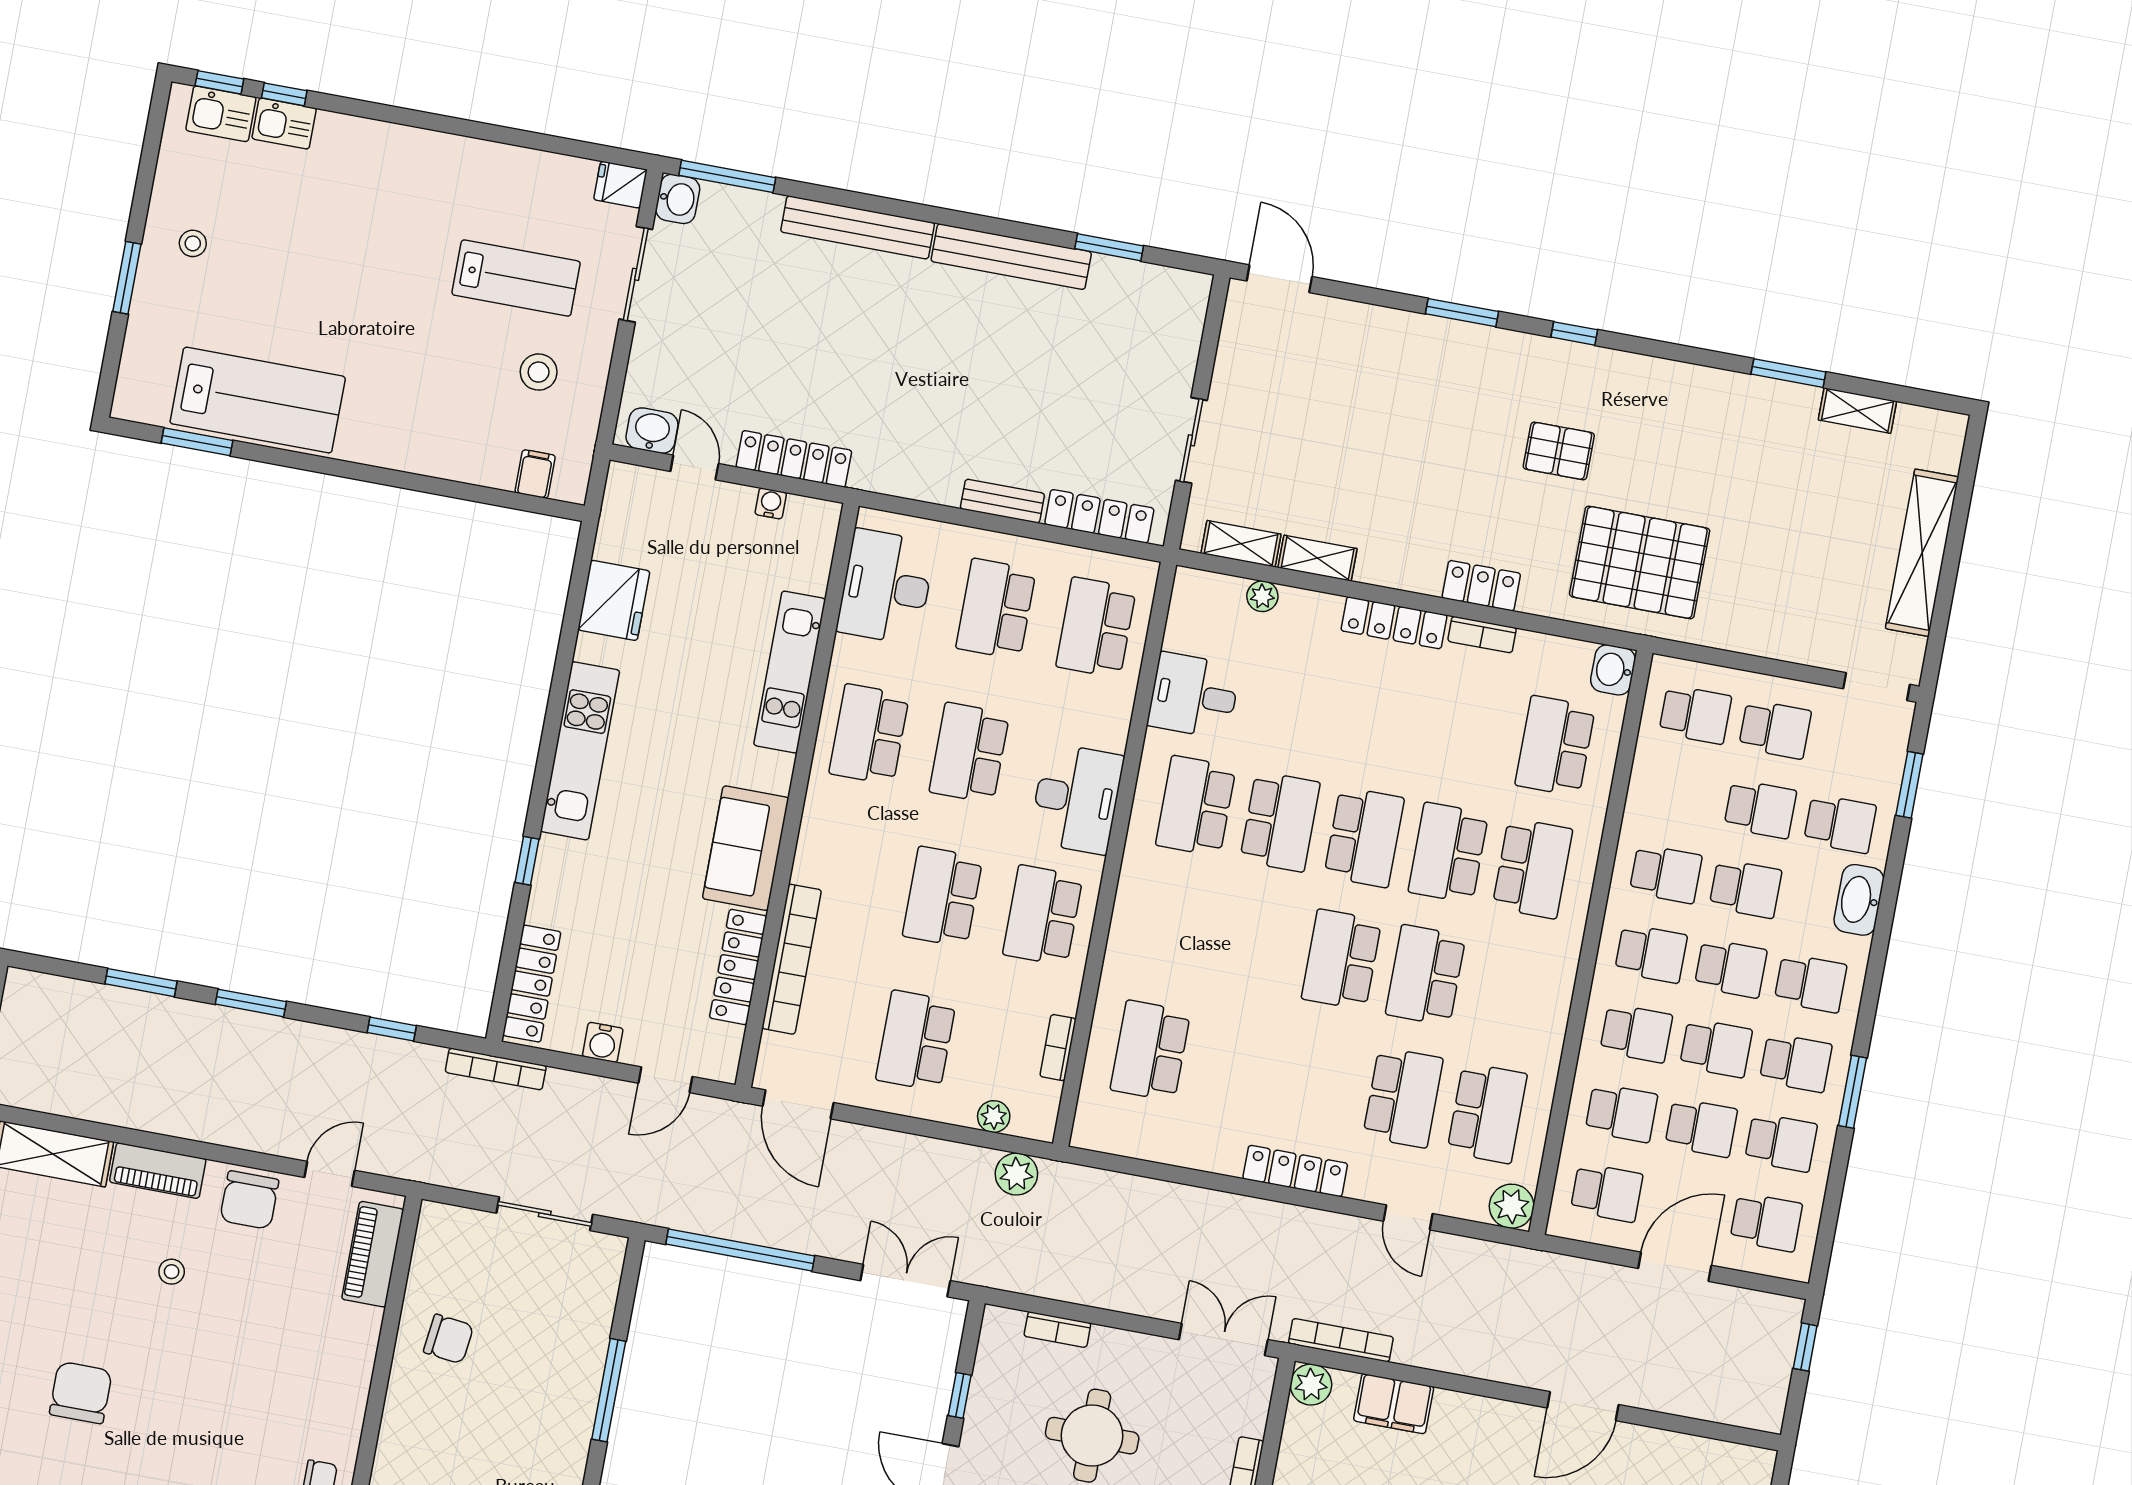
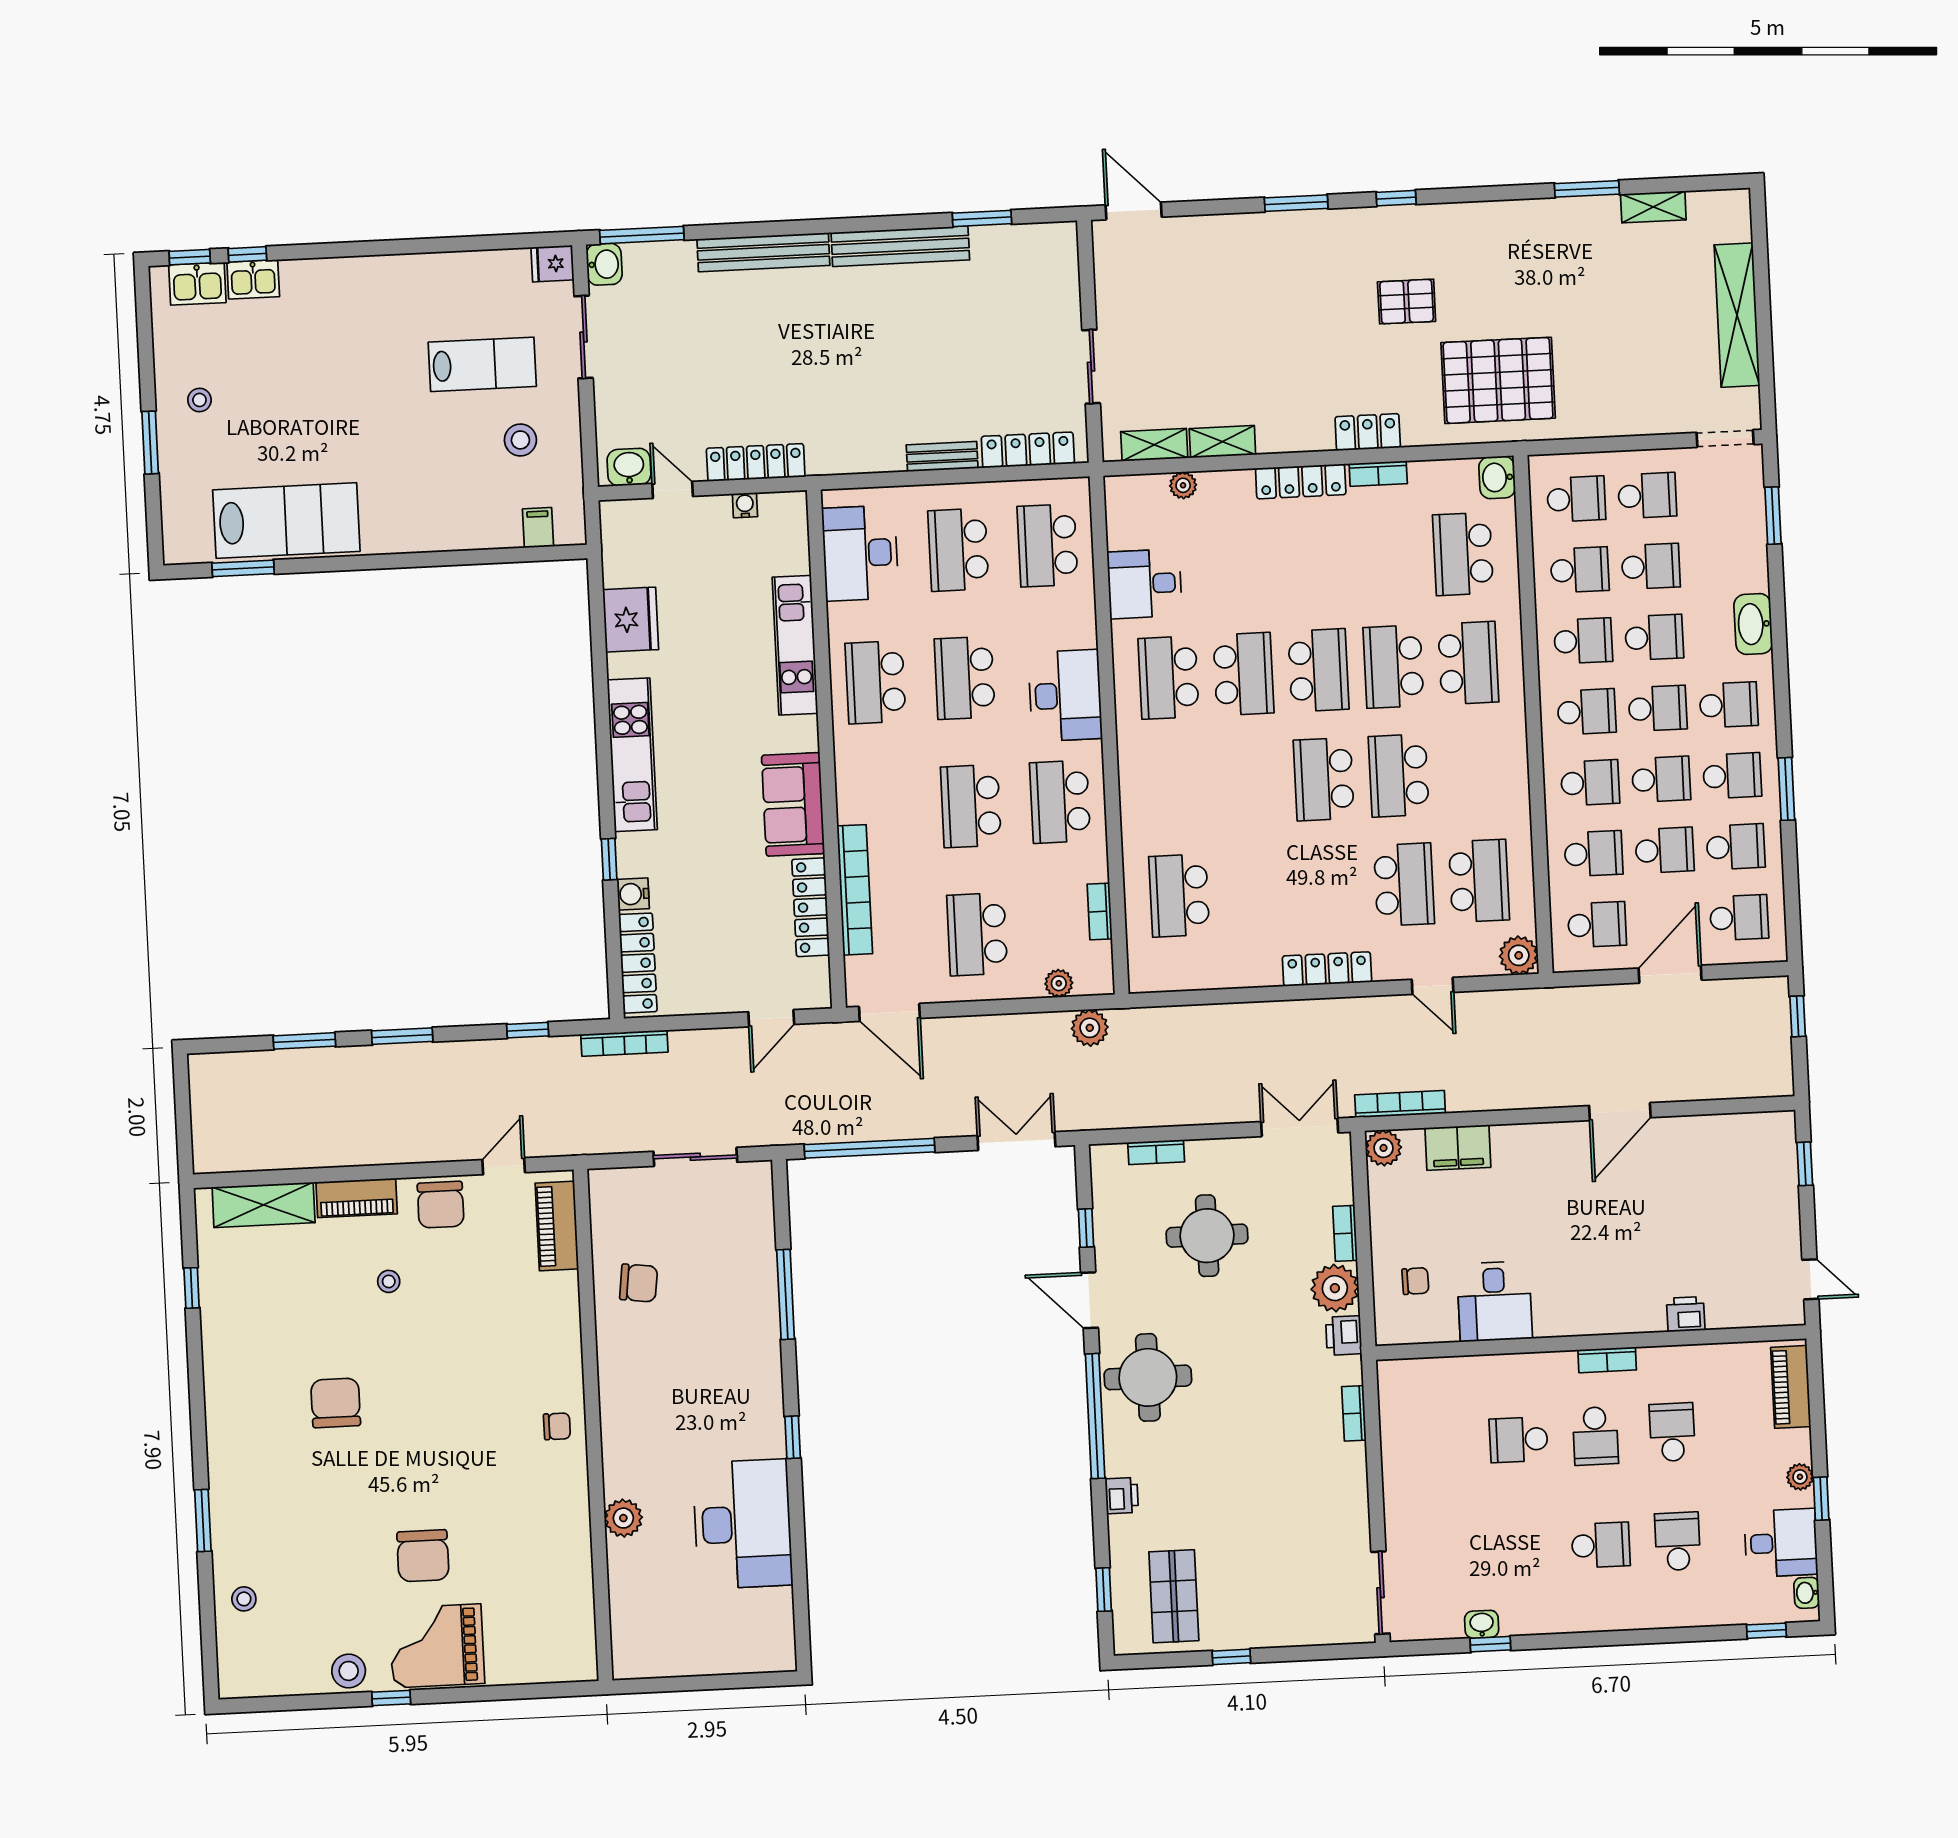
school desk: (1840, 824) -> (1580, 570), moved
water cooler: (603, 1042) -> (633, 894), moved, turned 90

